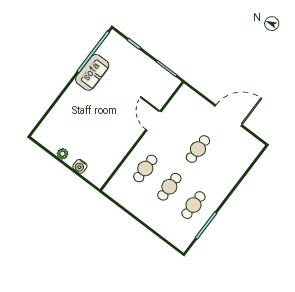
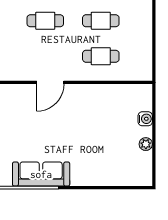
sofa: (92, 72) -> (41, 174), width x1.36

